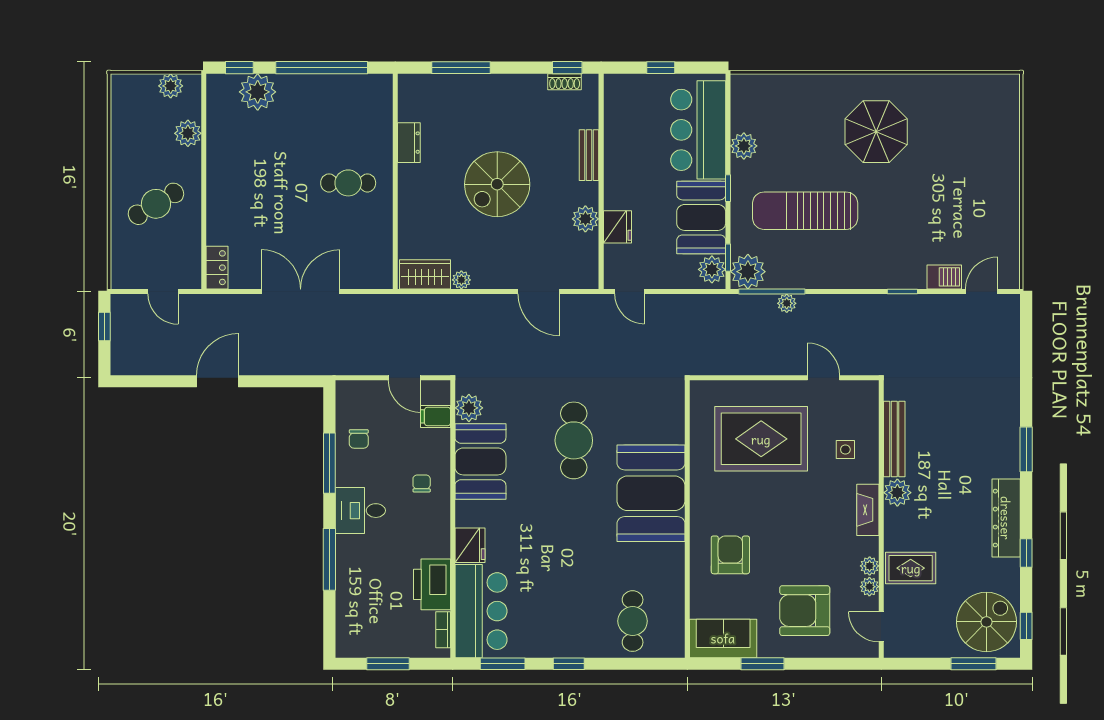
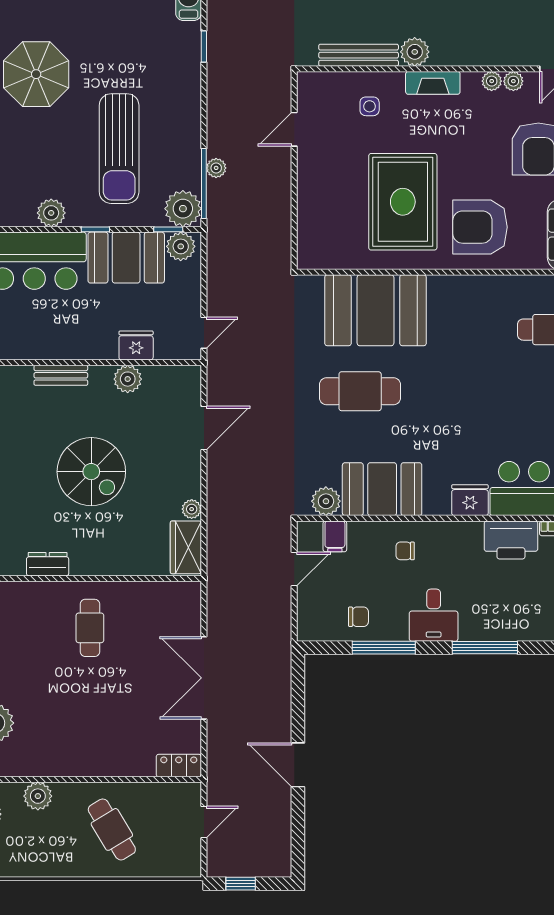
rug: (761, 439) -> (403, 202), moved
booth: (651, 493) -> (375, 310), moved
armchair: (730, 555) -> (480, 227), width x1.36, depth x1.36
rug: (911, 568) -> (494, 38), removed

